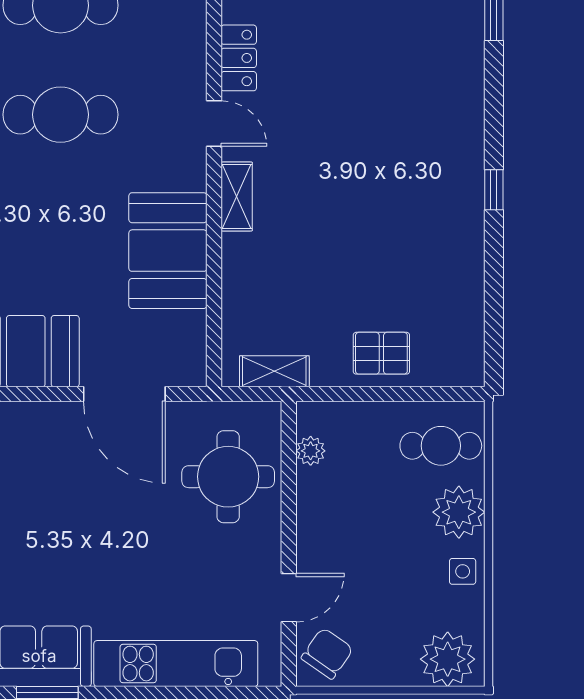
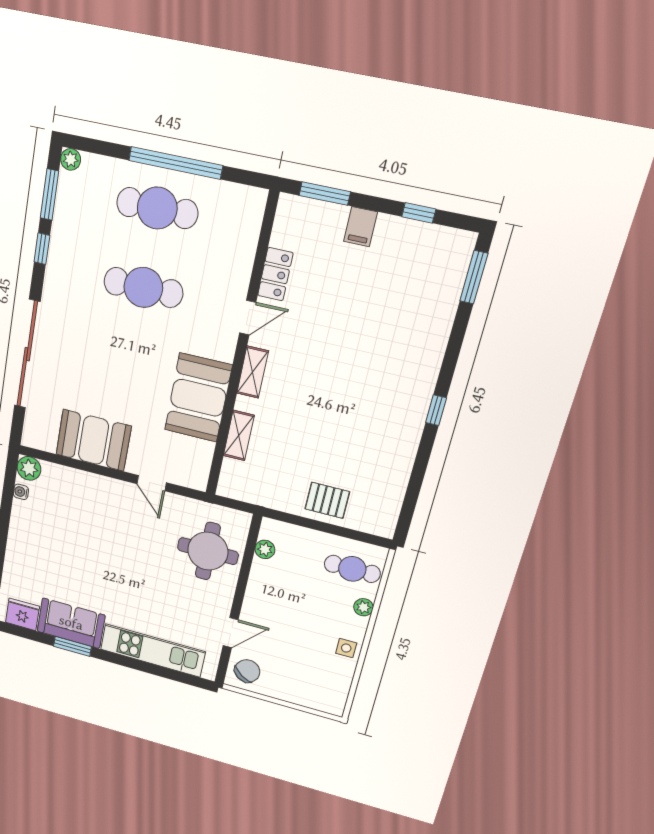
door: (214, 124) -> (248, 318), hinge flipped
shelving: (274, 371) -> (239, 435), moved, turned 90
door: (124, 394) -> (152, 483), width x0.53
plant: (459, 512) -> (364, 607), width x0.53, depth x0.53
plant: (448, 659) -> (323, 696), removed

